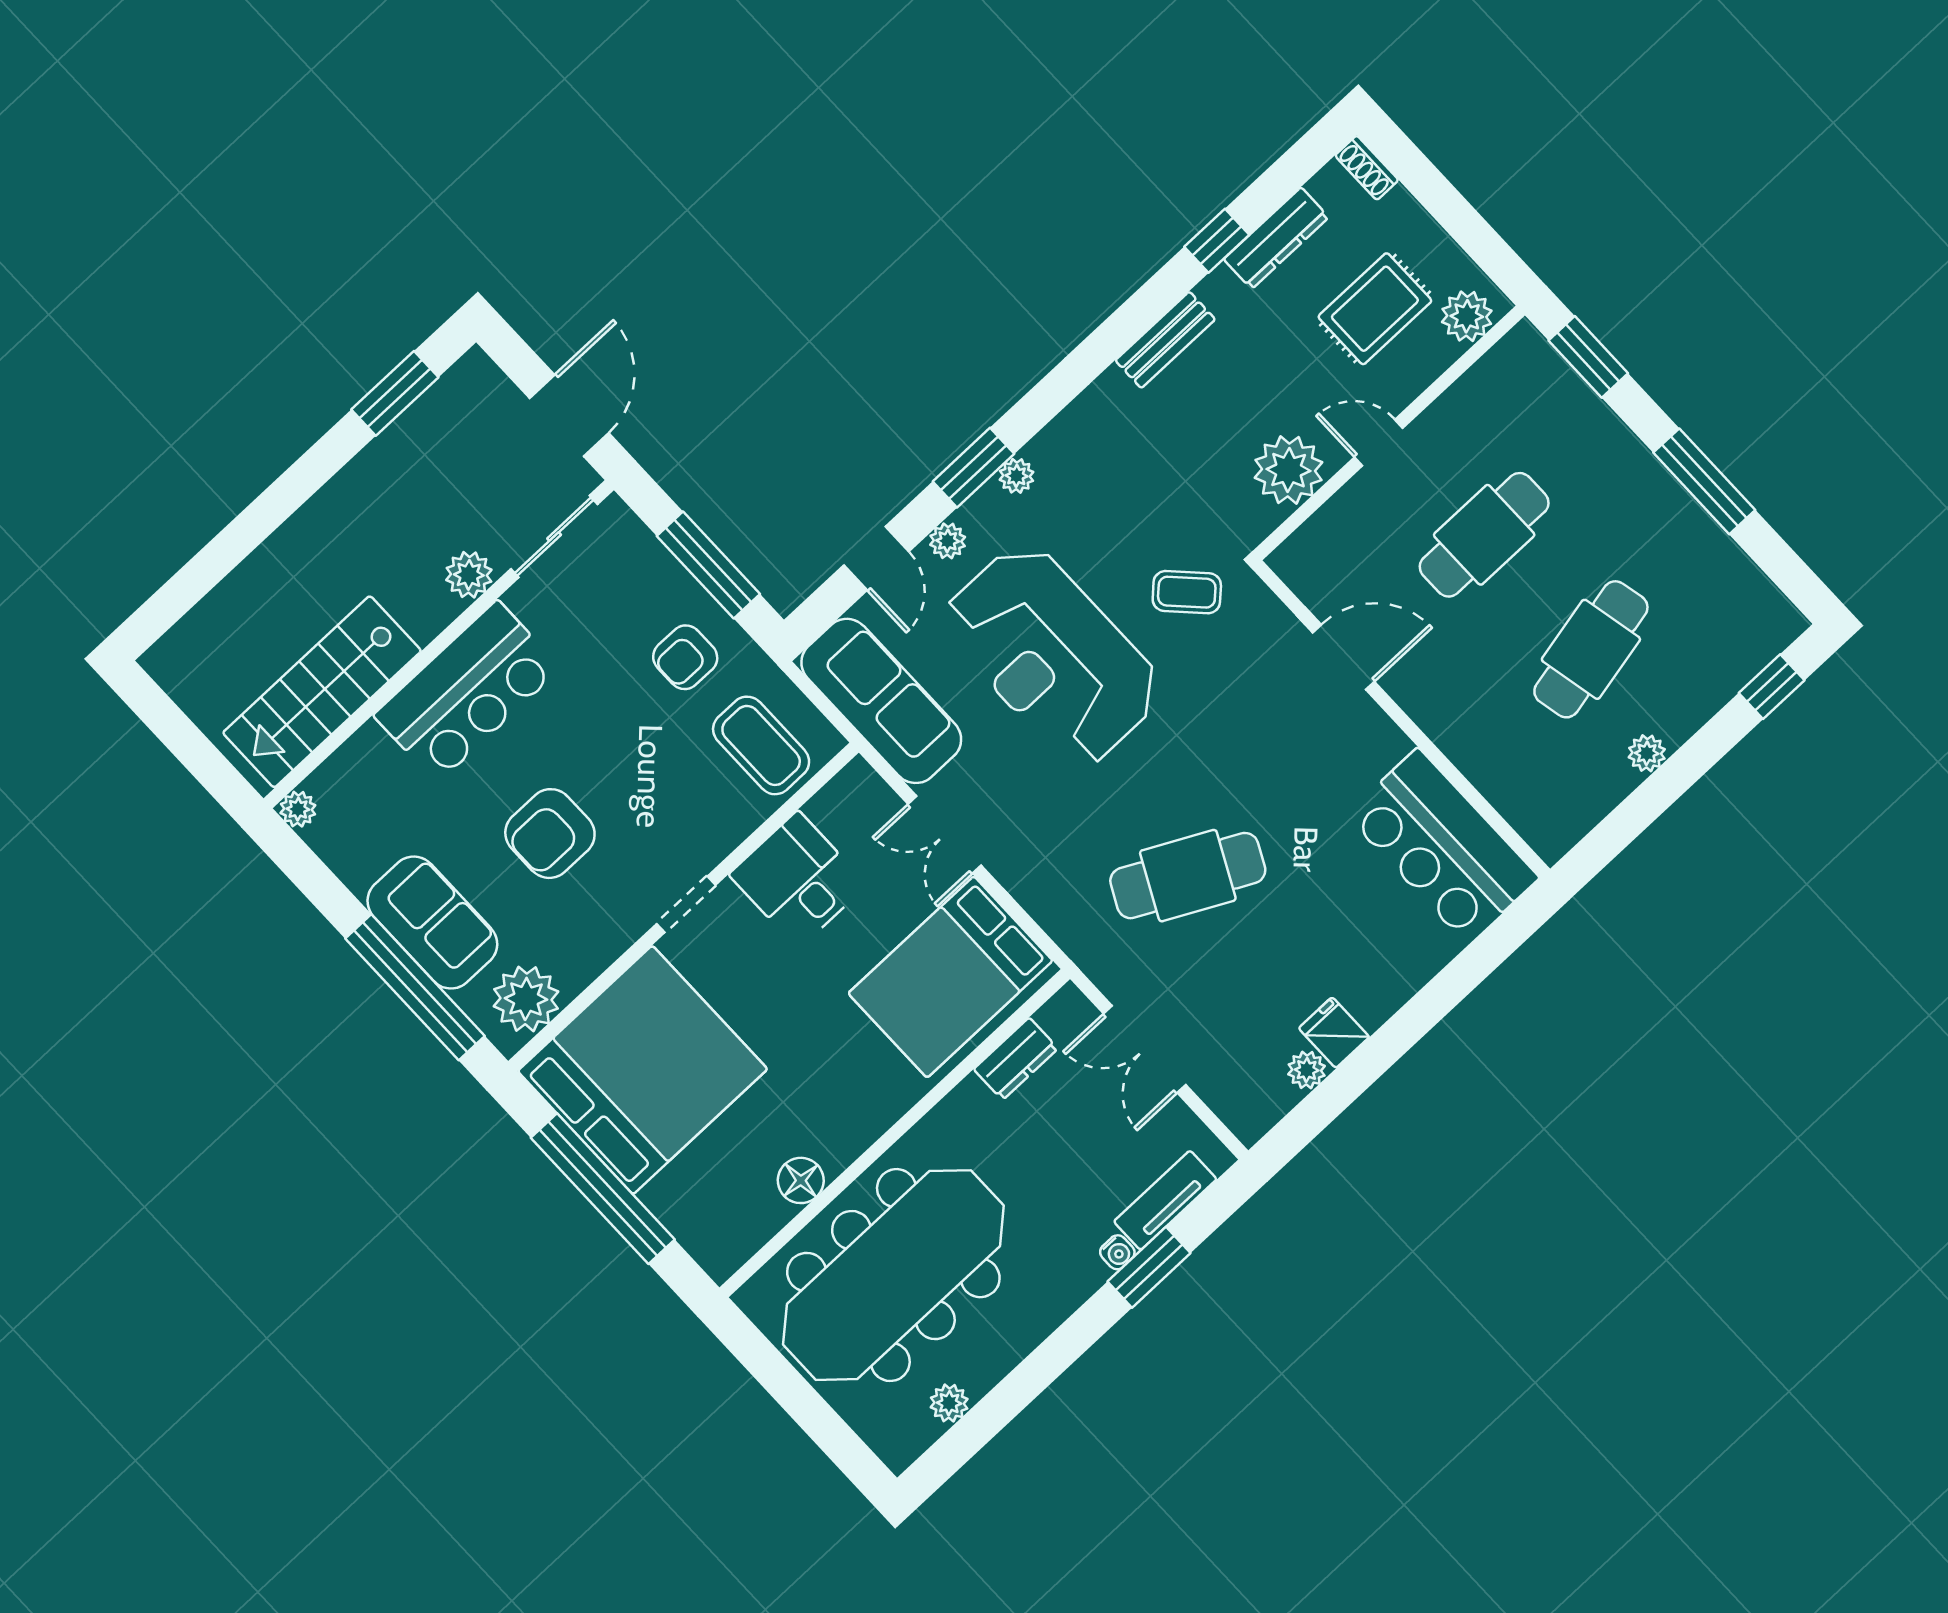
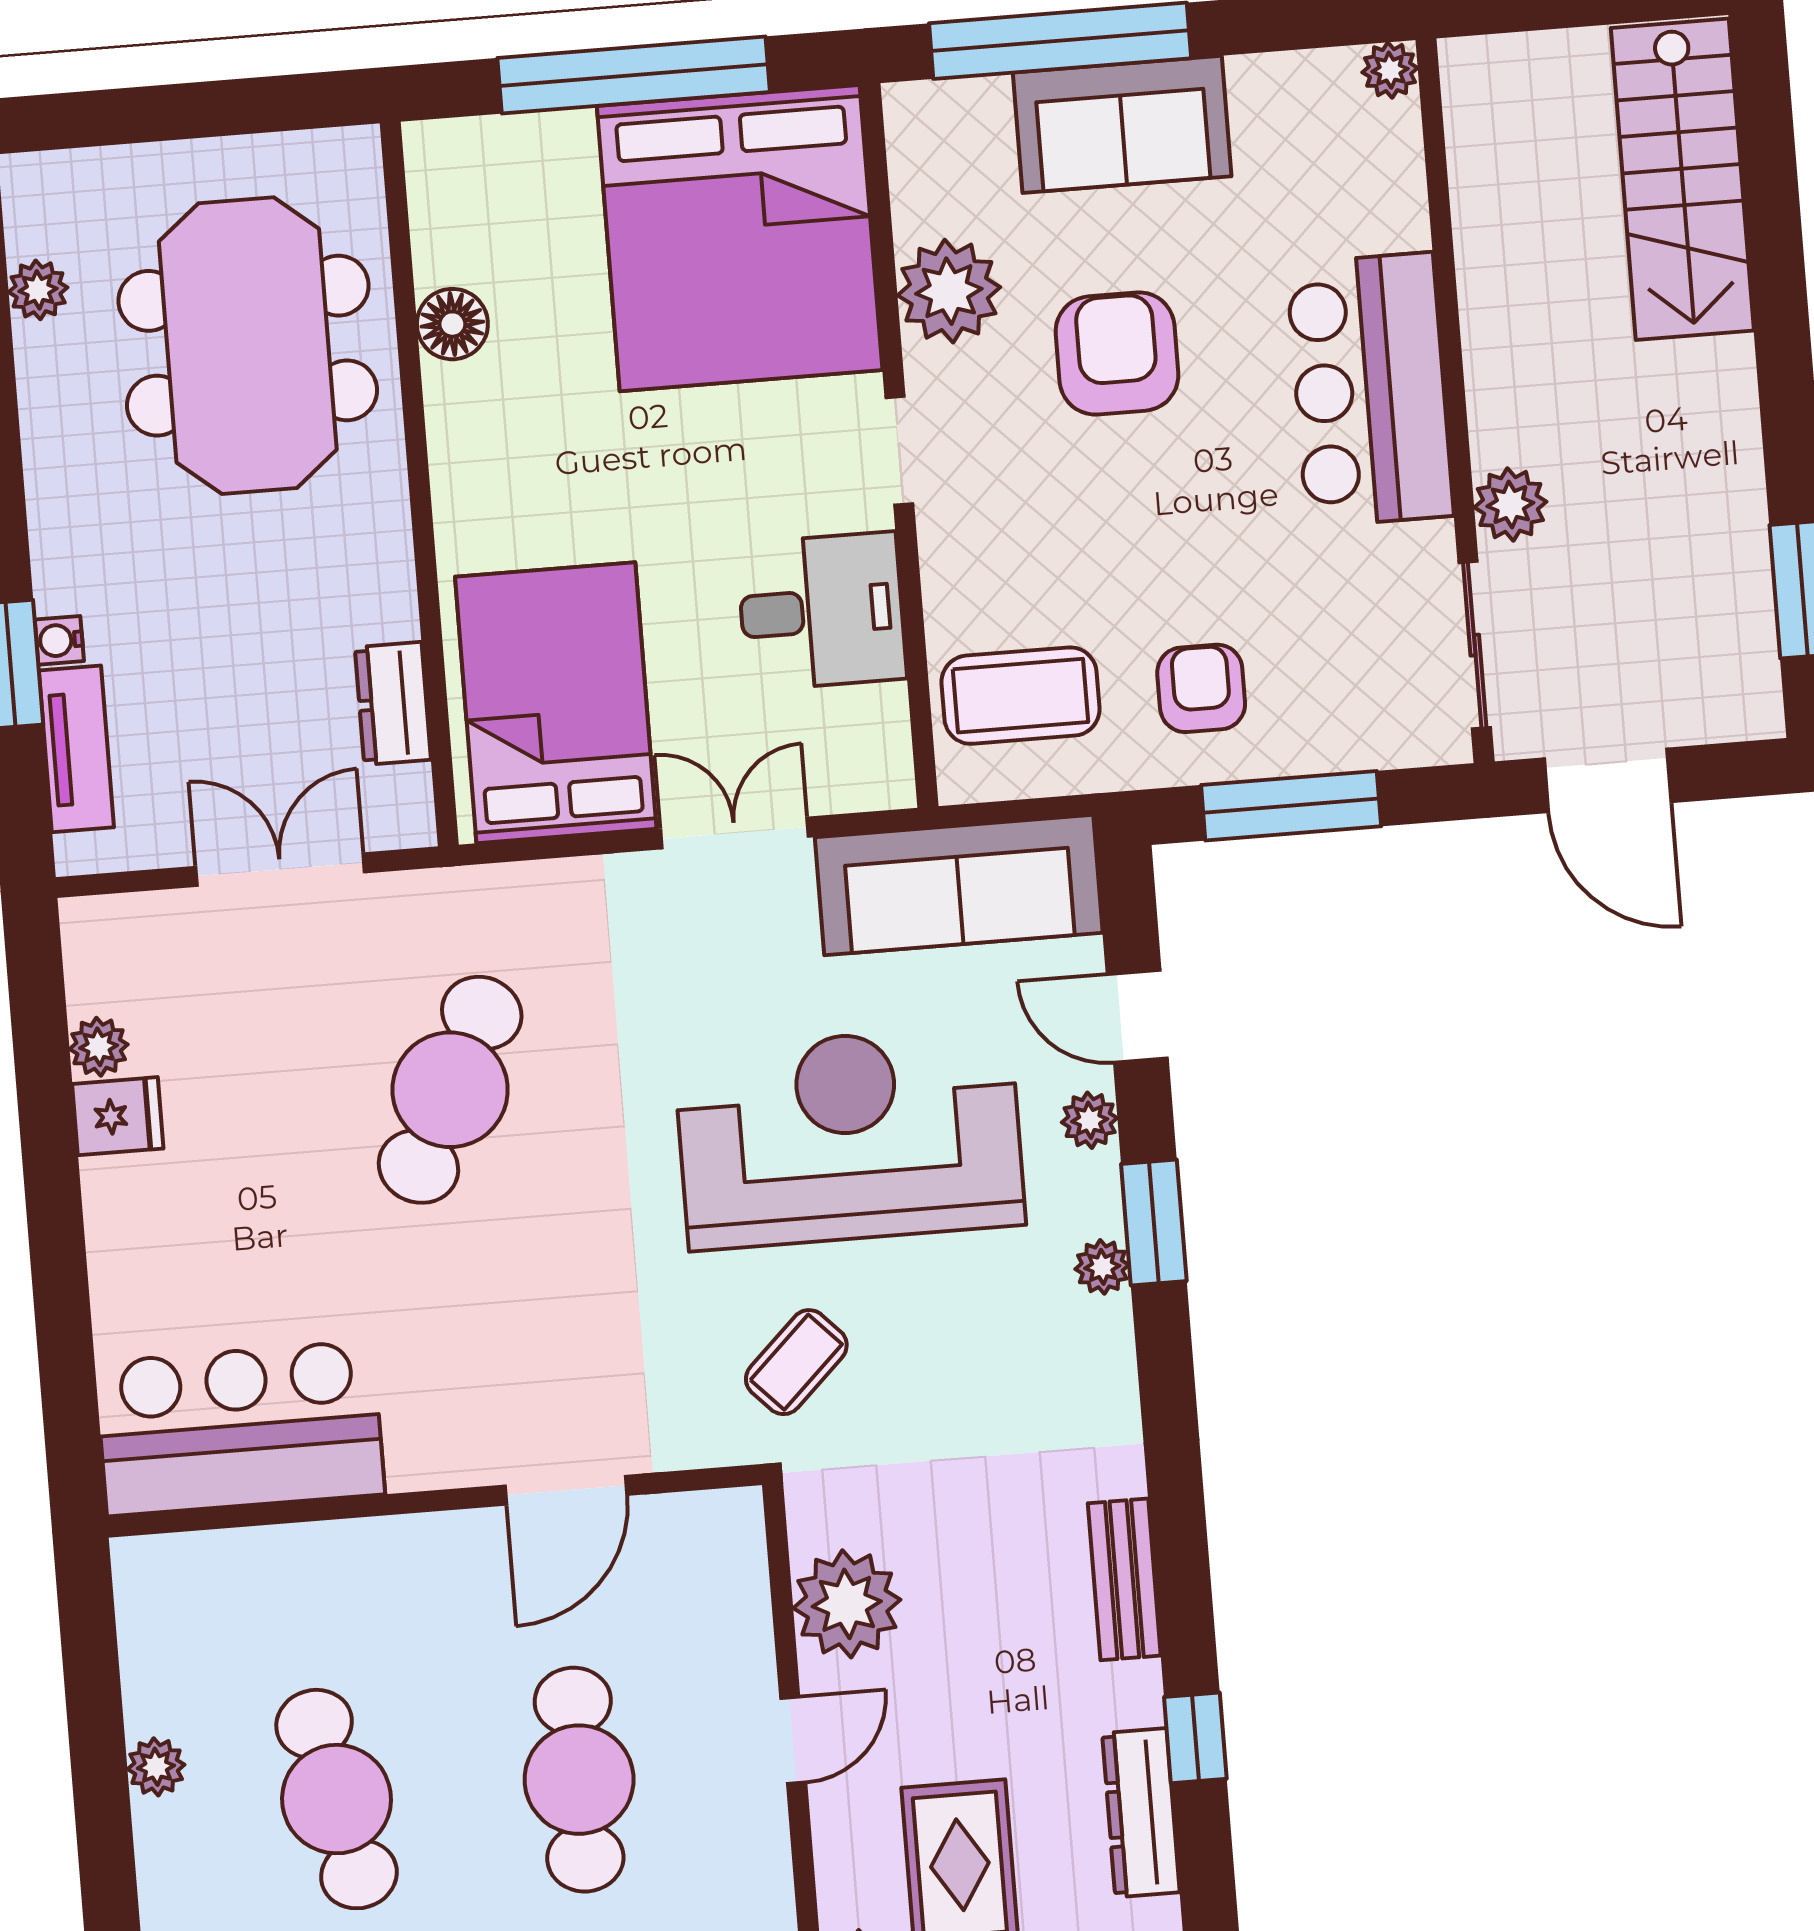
stairs: (322, 692) -> (1682, 179), moved, turned 180
plant: (526, 999) -> (949, 291), moved
meeting table: (893, 1275) -> (248, 346), width x0.73

